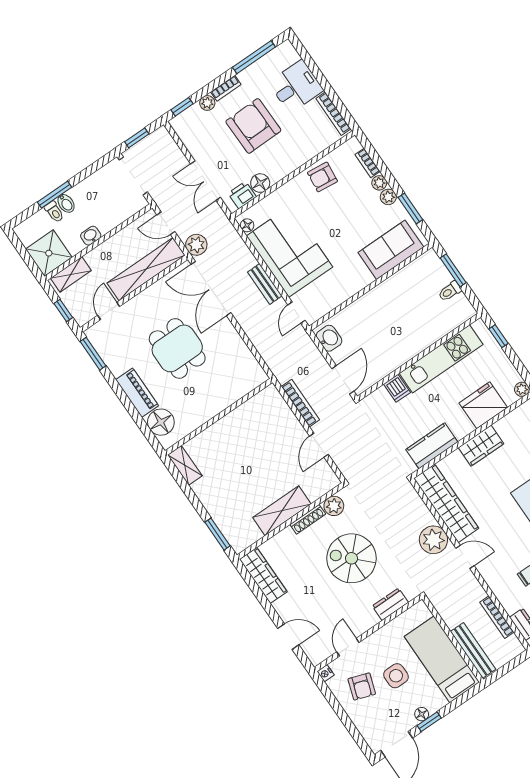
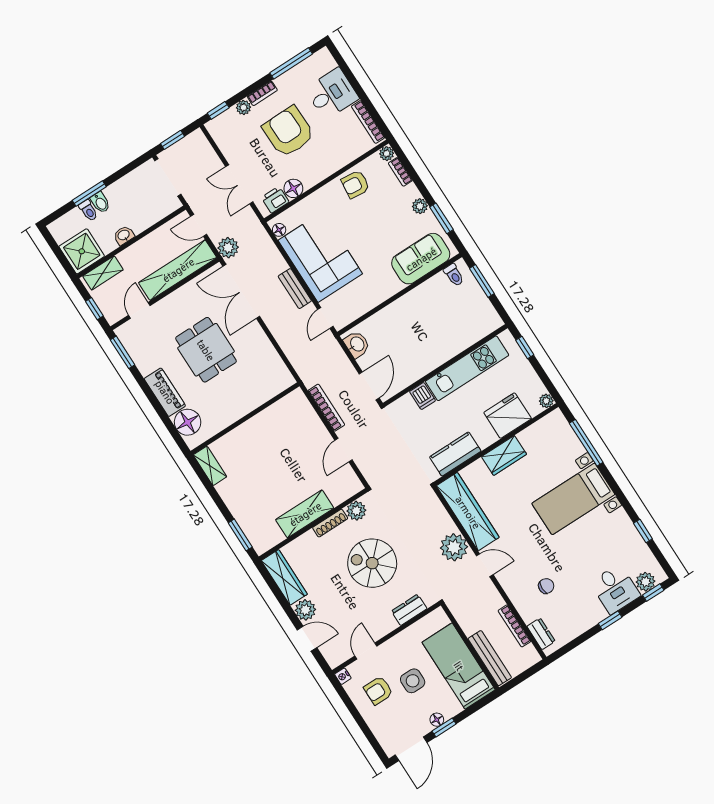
plant: (379, 183) -> (387, 154), moved
toilet: (450, 291) -> (454, 275), moved, turned -90
plant: (286, 608) -> (305, 610), added
armchair: (362, 687) -> (378, 690), turned 71

